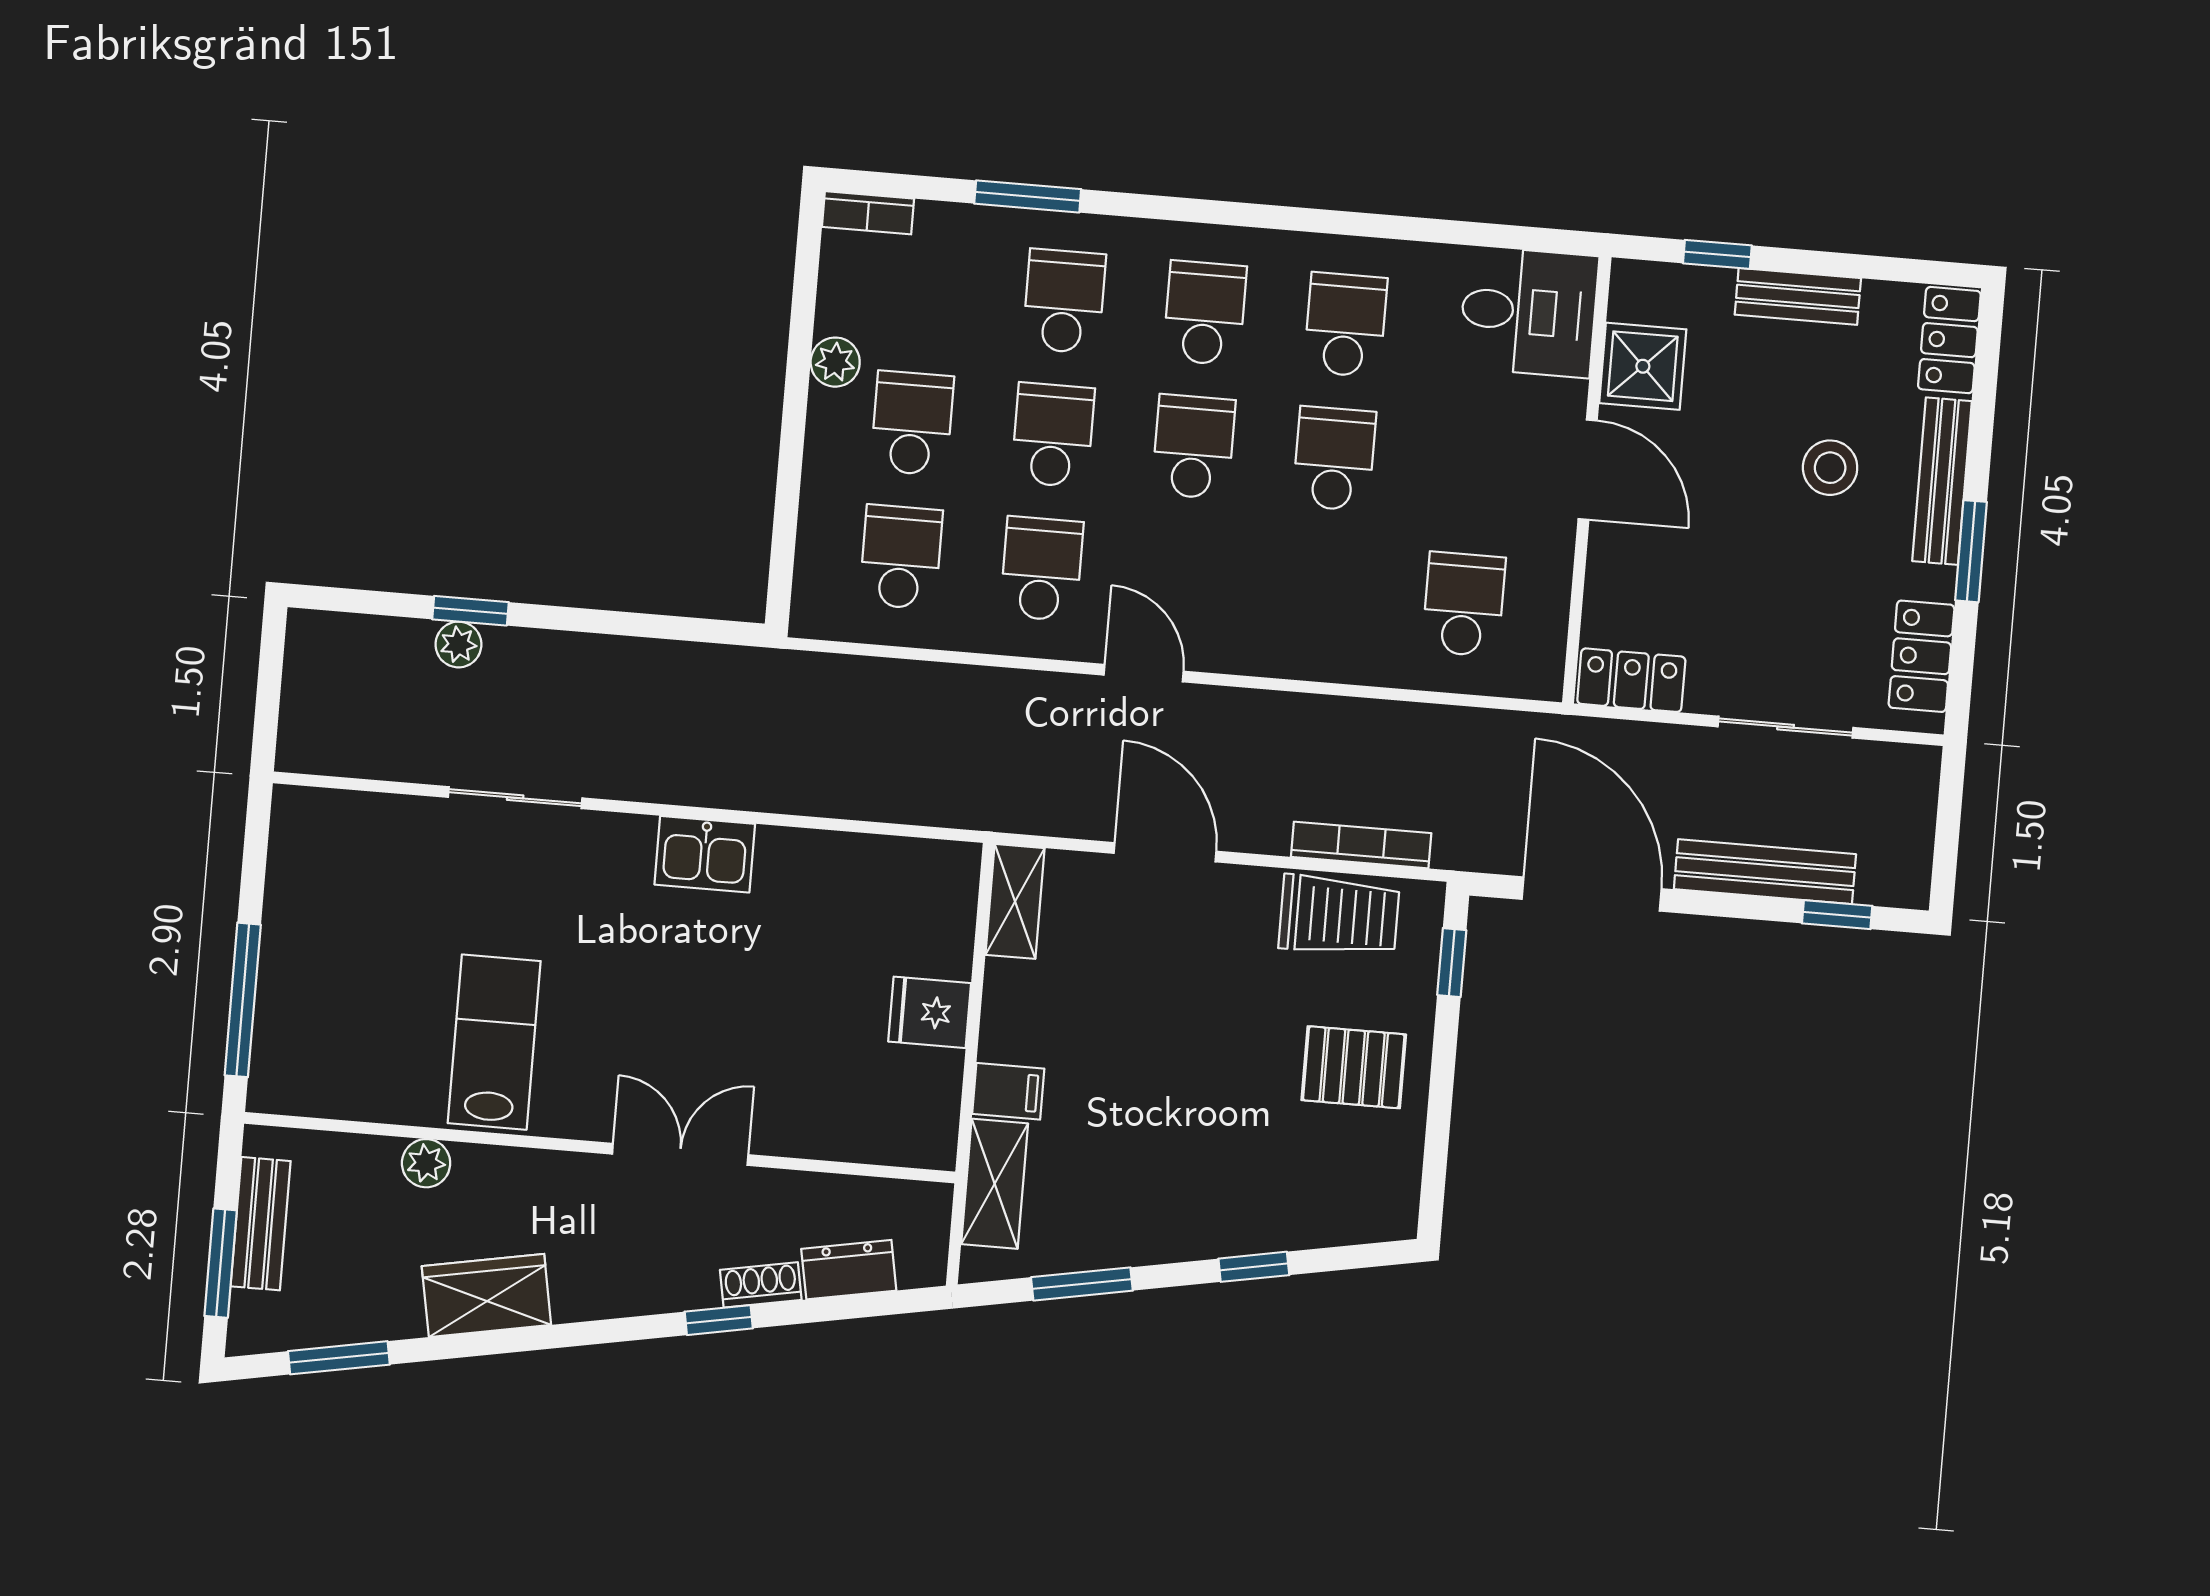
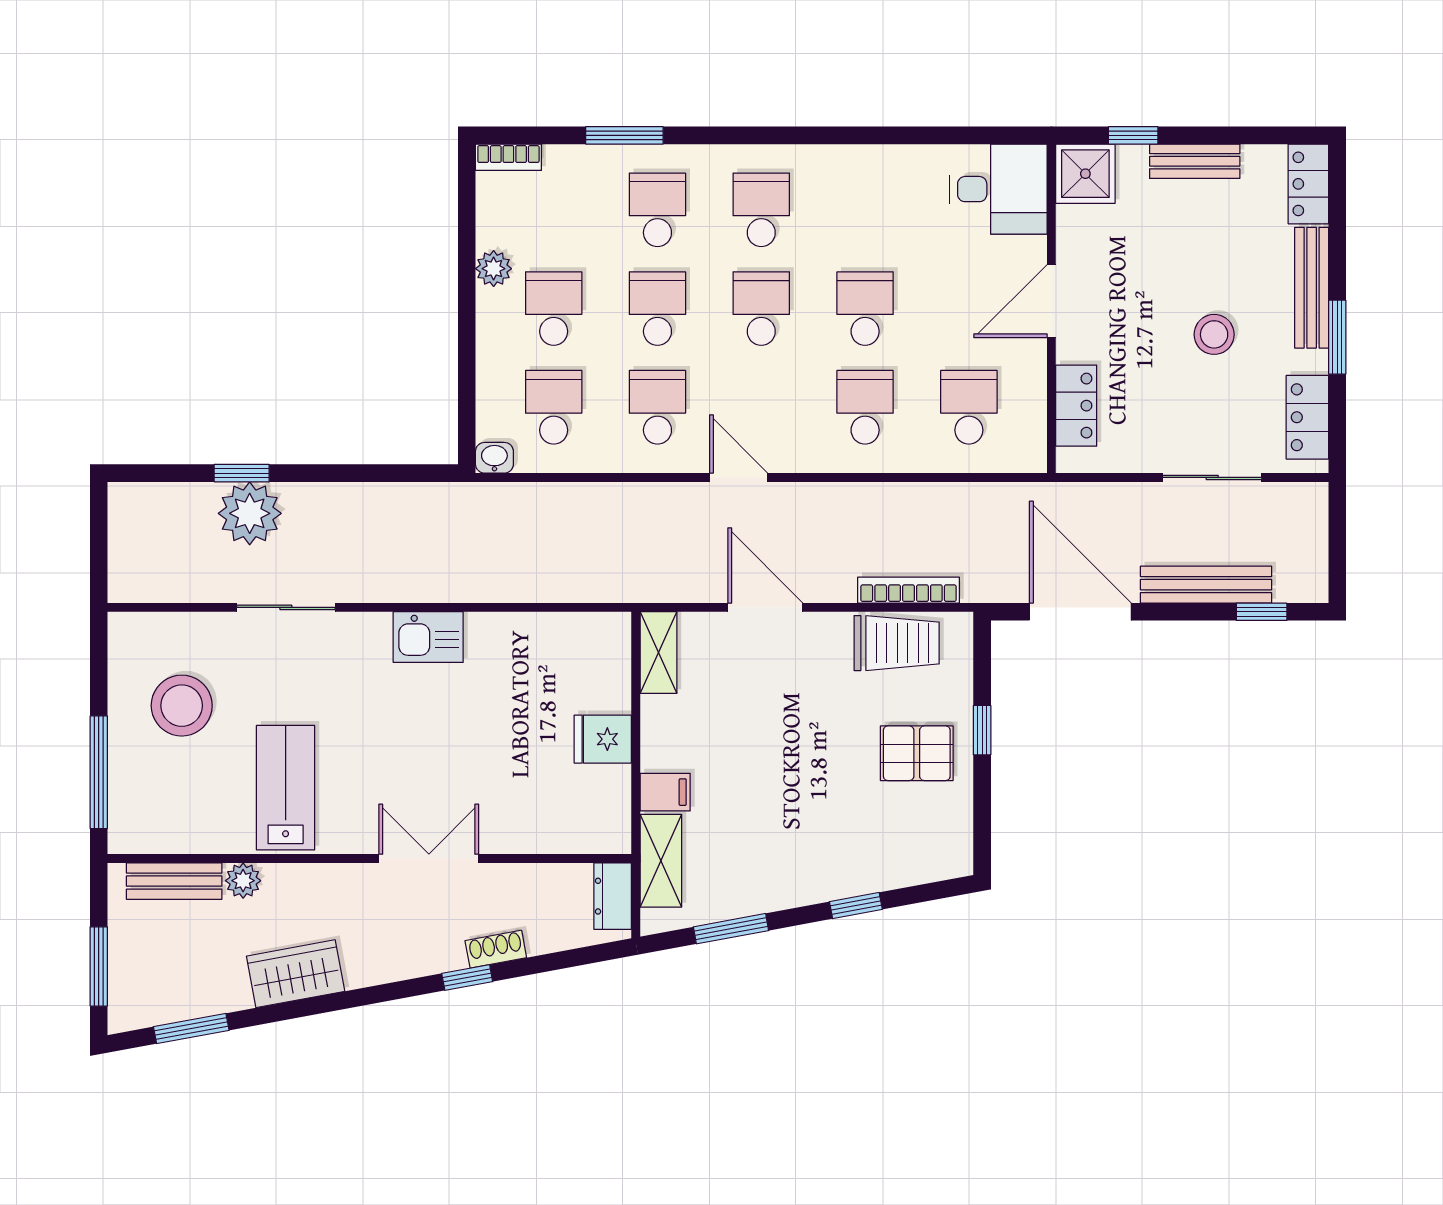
school desk: (1345, 325) -> (865, 407), moved
shower: (1643, 366) -> (1085, 174), moved
stool: (1830, 468) -> (1214, 334), moved
door: (1588, 470) -> (1051, 301), swing flipped
washbasin: (815, 619) -> (494, 458), added
plant: (458, 644) -> (250, 513), width x1.88, depth x1.88
locker: (1631, 680) -> (1076, 406), moved, turned 90
stool: (363, 919) -> (182, 706), added
window: (1452, 963) -> (982, 730), moved
bench: (261, 1224) -> (174, 881), moved, turned 90
dresser: (849, 1270) -> (613, 896), moved, turned -80

